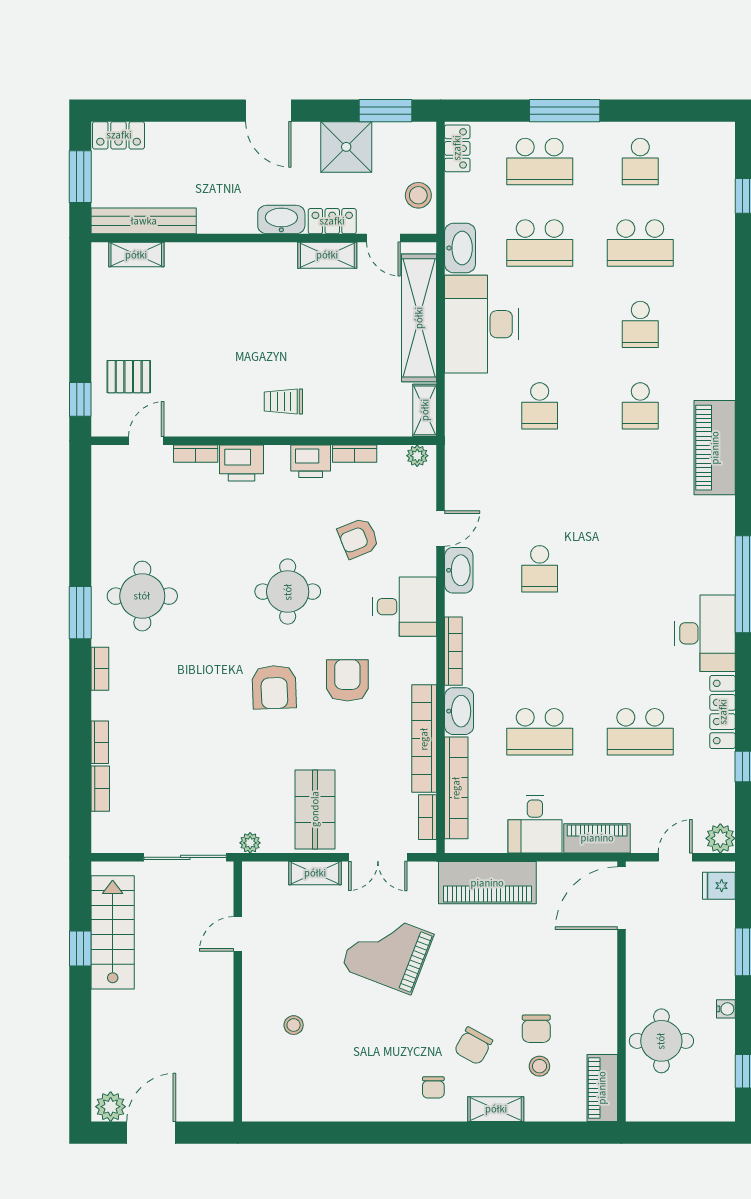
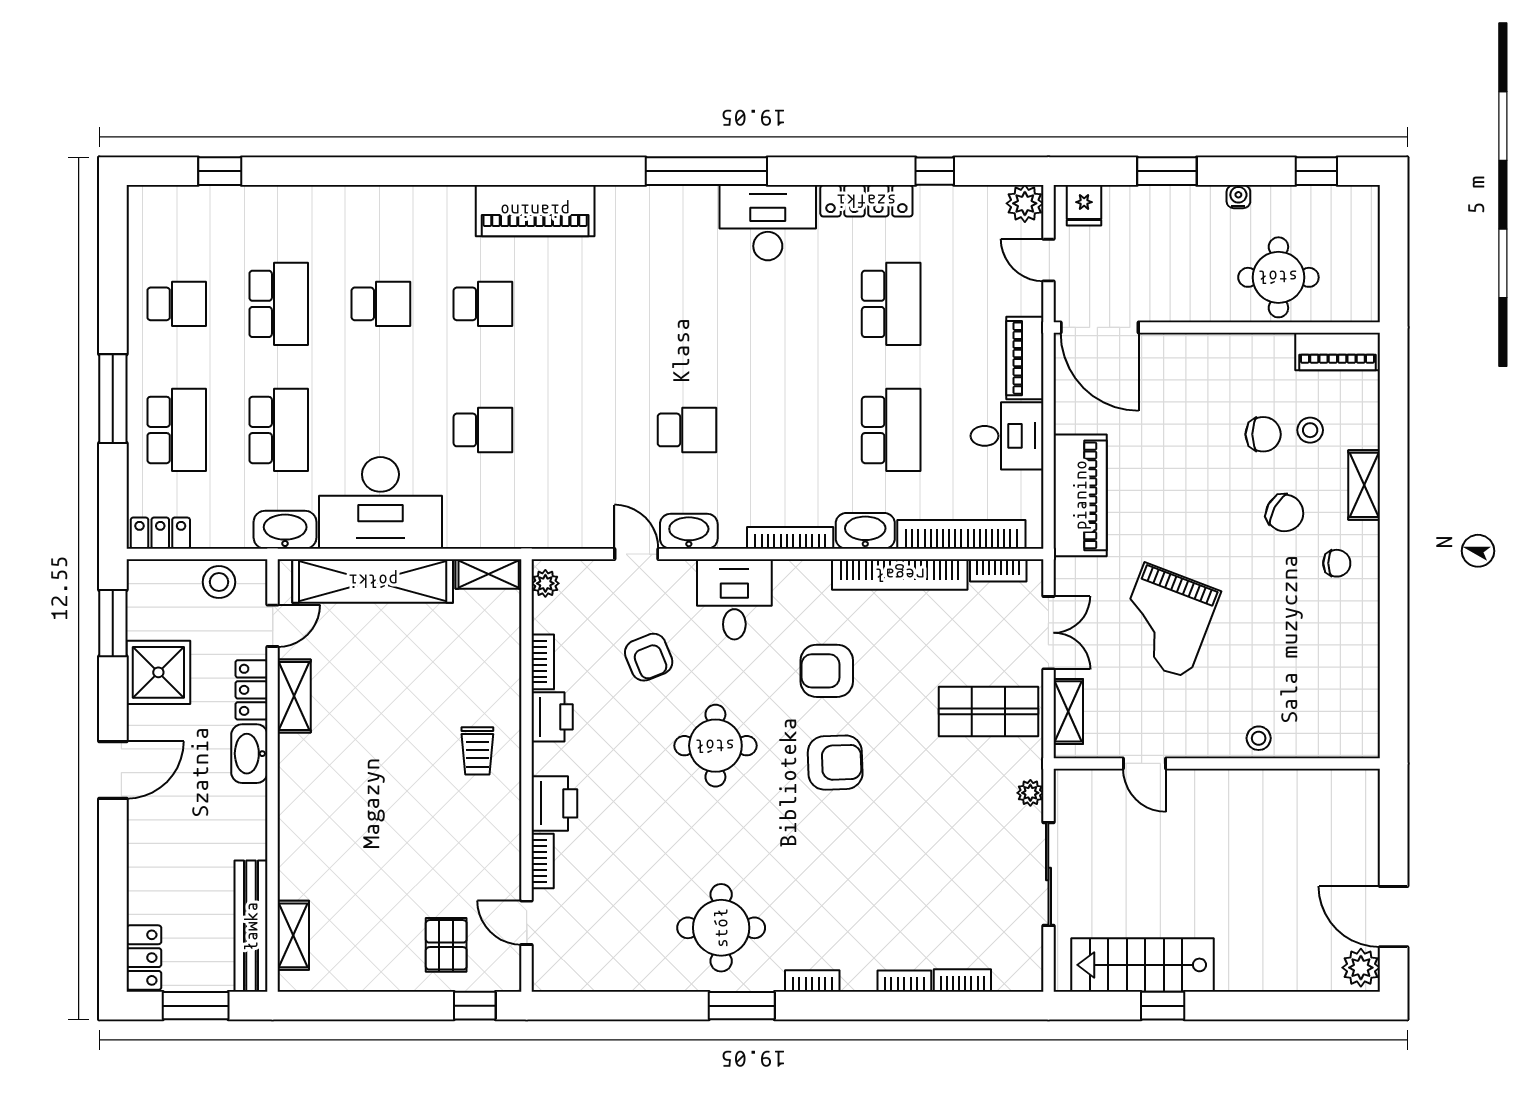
door: (238, 934) -> (1144, 763), moved
wall: (238, 992) -> (1217, 763), moved

